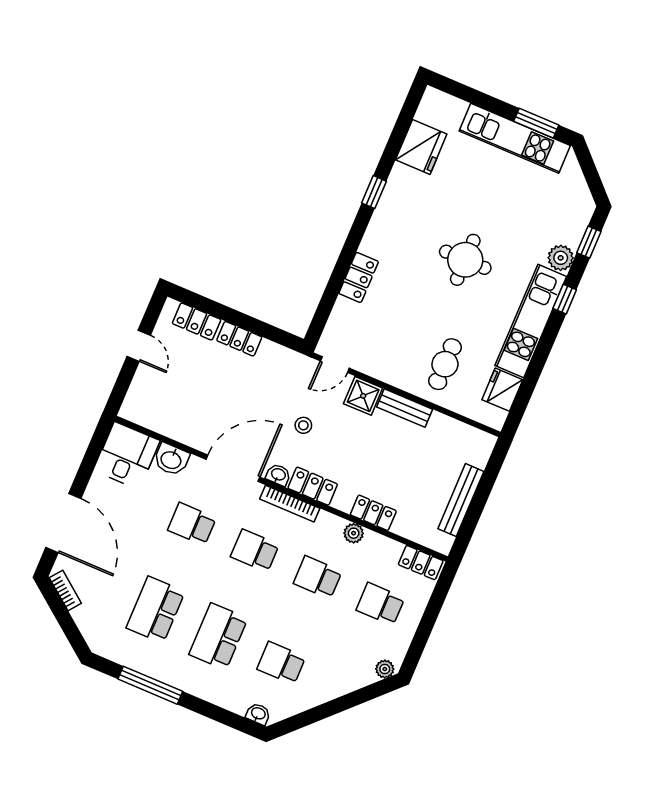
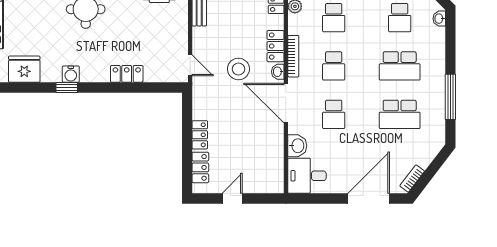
water cooler: (389, 205) -> (71, 74), added
shower: (363, 396) -> (203, 38), removed
stool: (303, 425) -> (238, 69), width x1.89, depth x1.89

